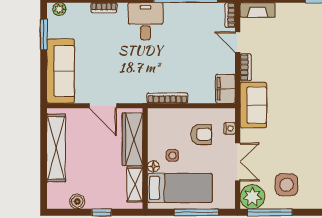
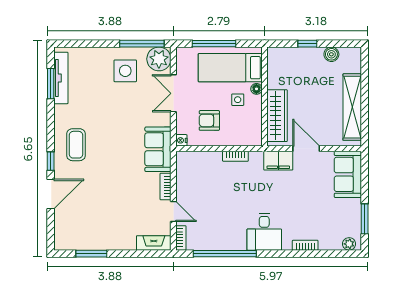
sofa: (61, 71) -> (348, 174), width x0.73
filing cabinet: (225, 89) -> (278, 161), moved, turned 90
bookcase: (167, 98) -> (235, 156), width x0.64
nightstand: (230, 128) -> (181, 140), moved
shelving: (135, 184) -> (275, 71), removed

